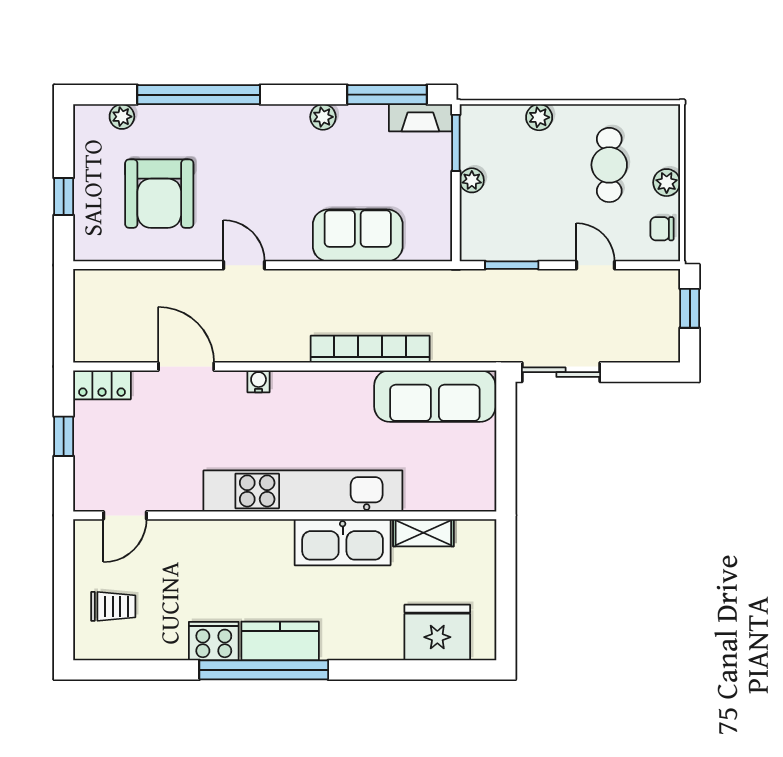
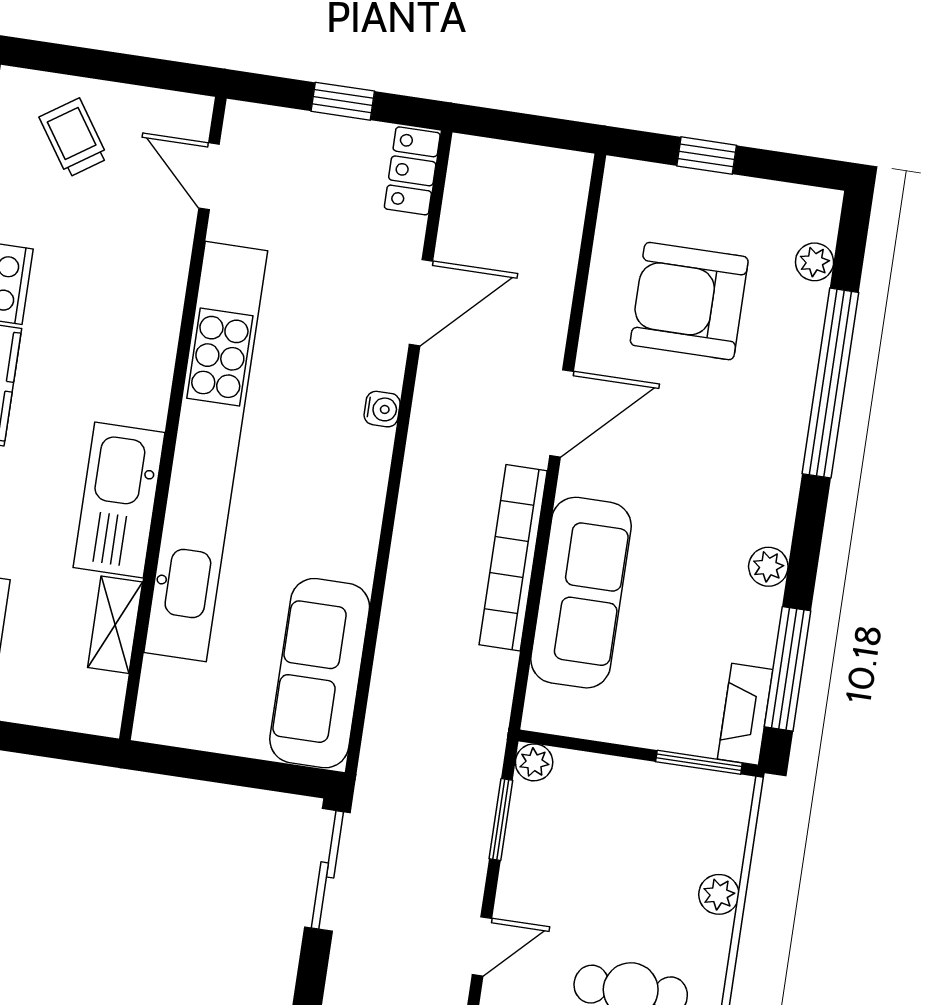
plant: (472, 180) -> (534, 762), moved
sofa: (358, 235) -> (581, 593), width x1.36
door: (244, 265) -> (562, 413), width x1.38
bookcase: (370, 349) -> (513, 558), moved, turned 180
kitchen unit: (303, 491) -> (206, 452), width x1.36
trolley: (113, 606) -> (74, 138), turned 146

